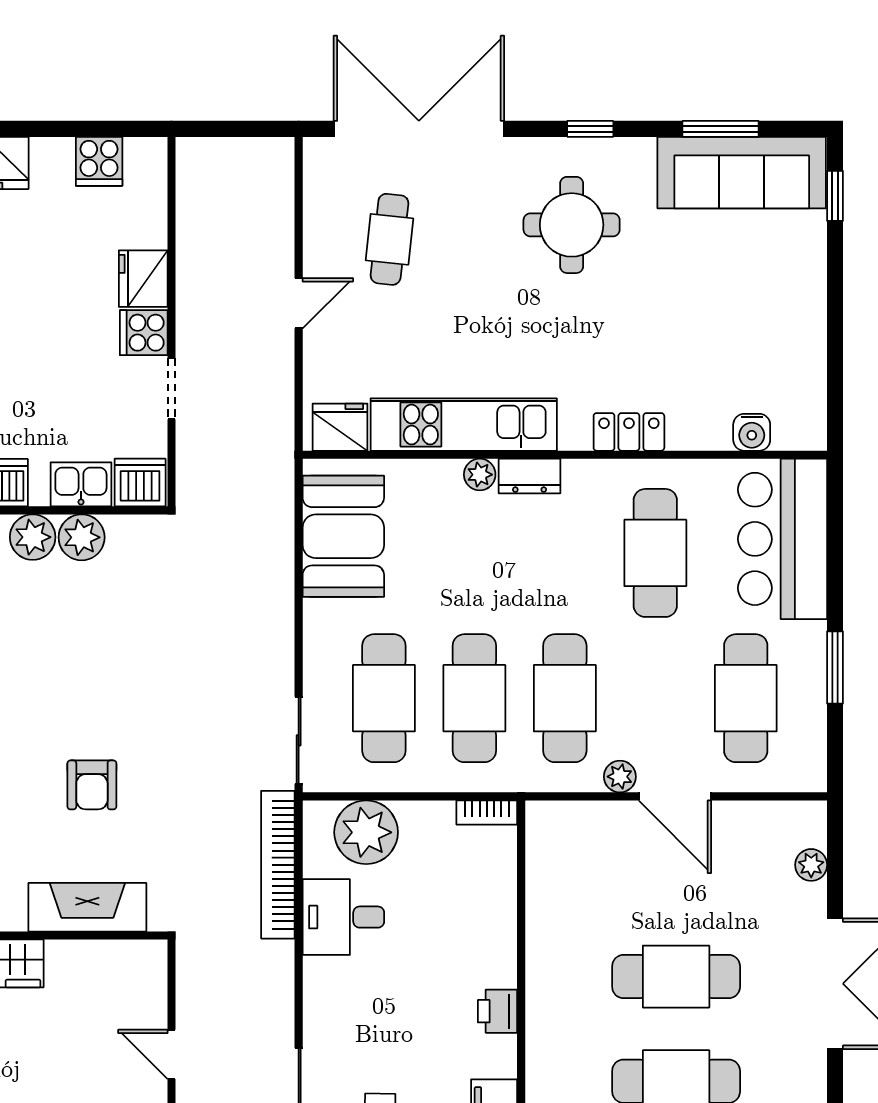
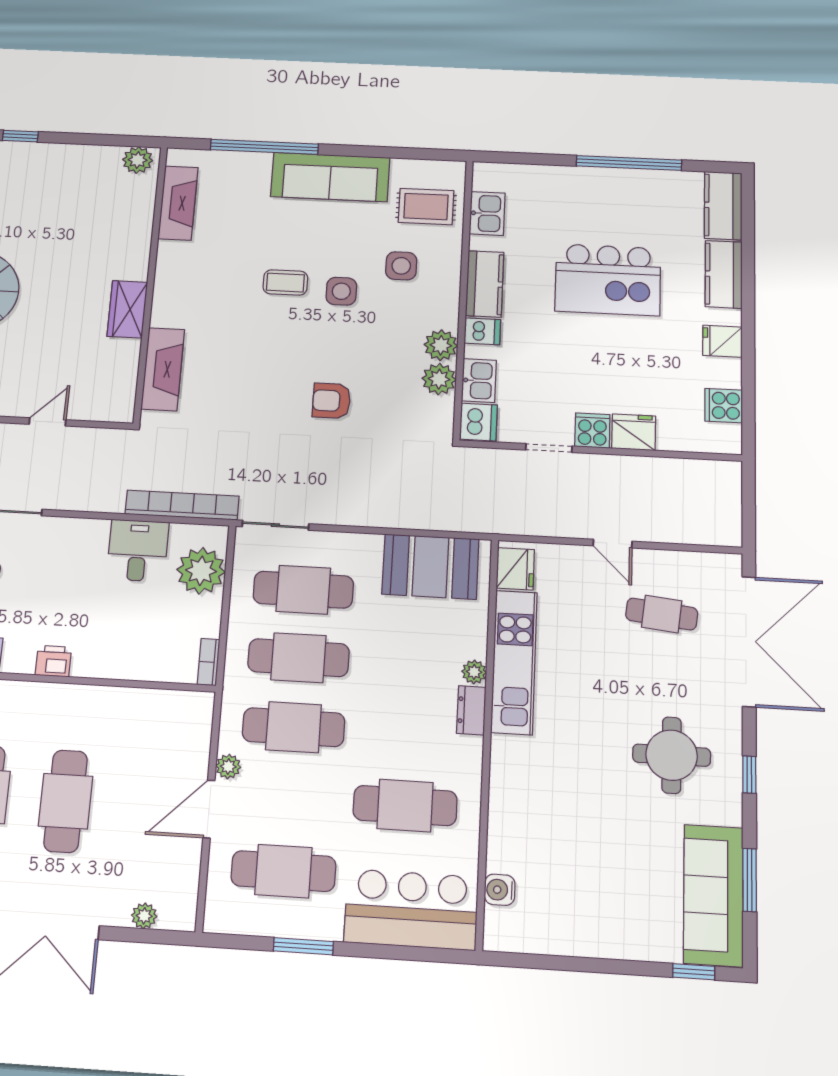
locker: (629, 432) -> (504, 790), removed
armchair: (92, 785) -> (331, 401), moved

